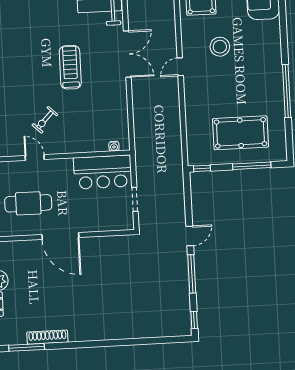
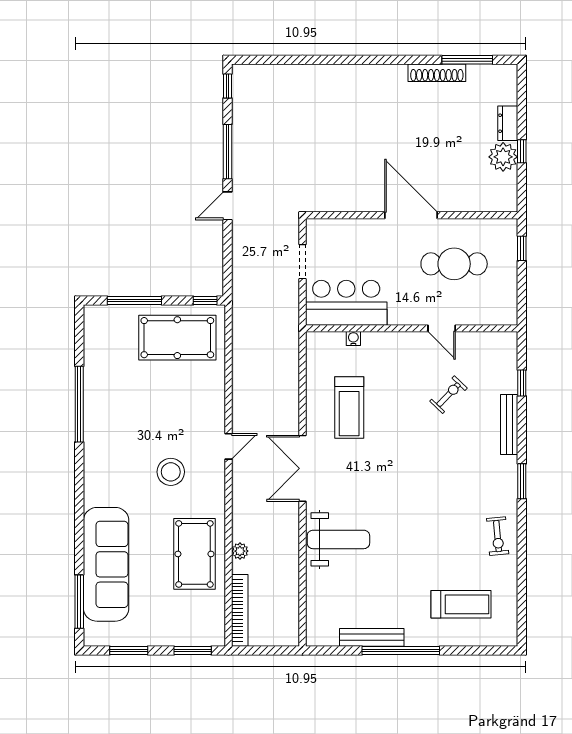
treadmill: (70, 67) -> (349, 408), moved
exercise bike: (45, 120) -> (449, 395), moved
pool table: (240, 133) -> (177, 338), moved
water cooler: (114, 146) -> (353, 339), moved

